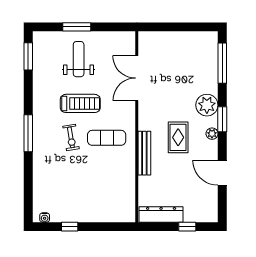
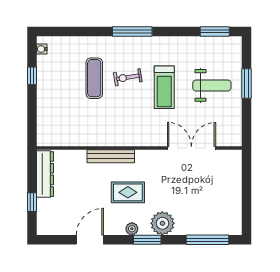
exercise mat: (107, 138) -> (94, 78), moved

